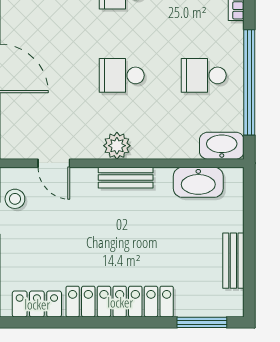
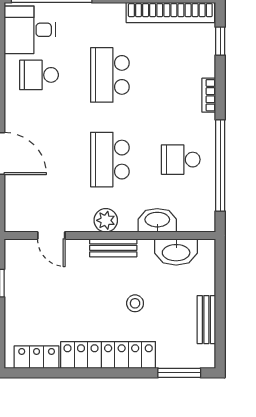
school desk: (122, 75) -> (110, 160), width x1.85
washbasin: (222, 146) -> (157, 220), moved
stool: (15, 199) -> (135, 303), moved

